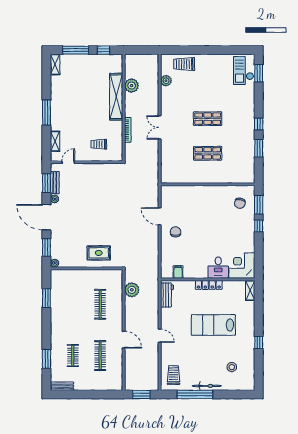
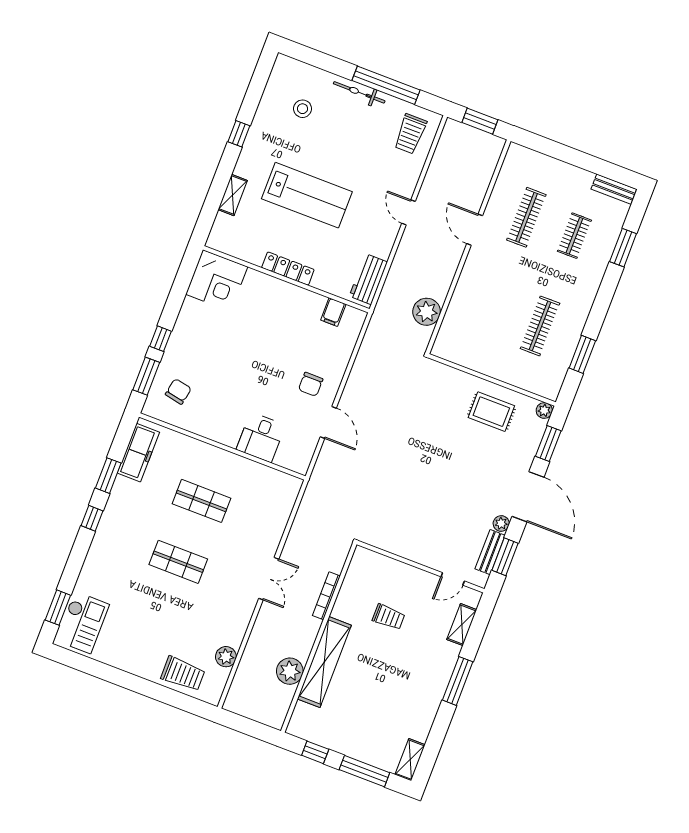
trolley: (99, 144) -> (389, 617), moved
freezer: (248, 165) -> (138, 453), added
rug: (99, 253) -> (491, 412), moved
desk: (218, 268) -> (261, 437), moved, turned 180
shelving: (250, 290) -> (233, 195), moved
clothes rail: (100, 304) -> (540, 326), moved

